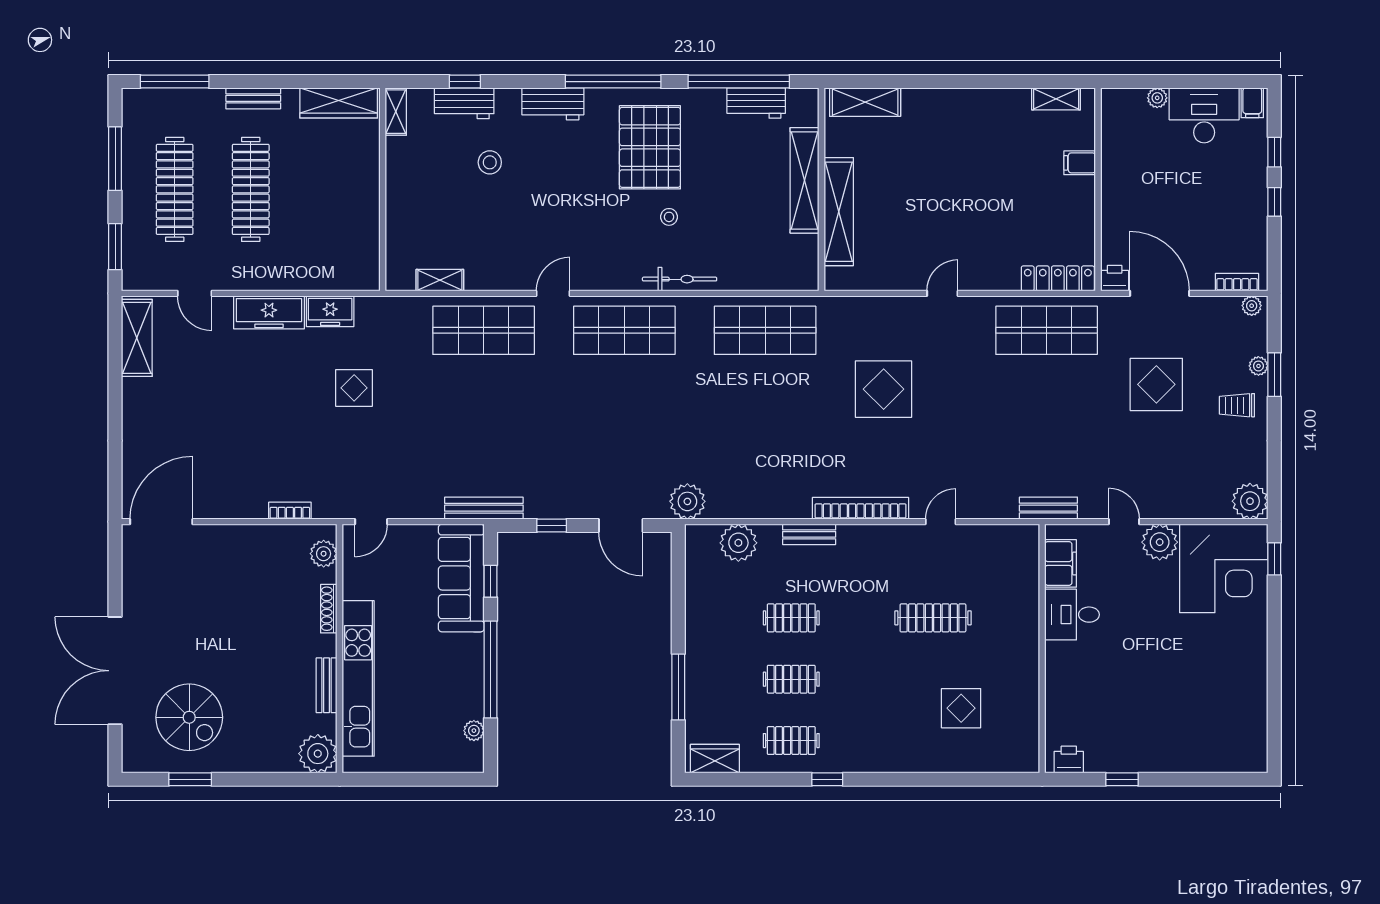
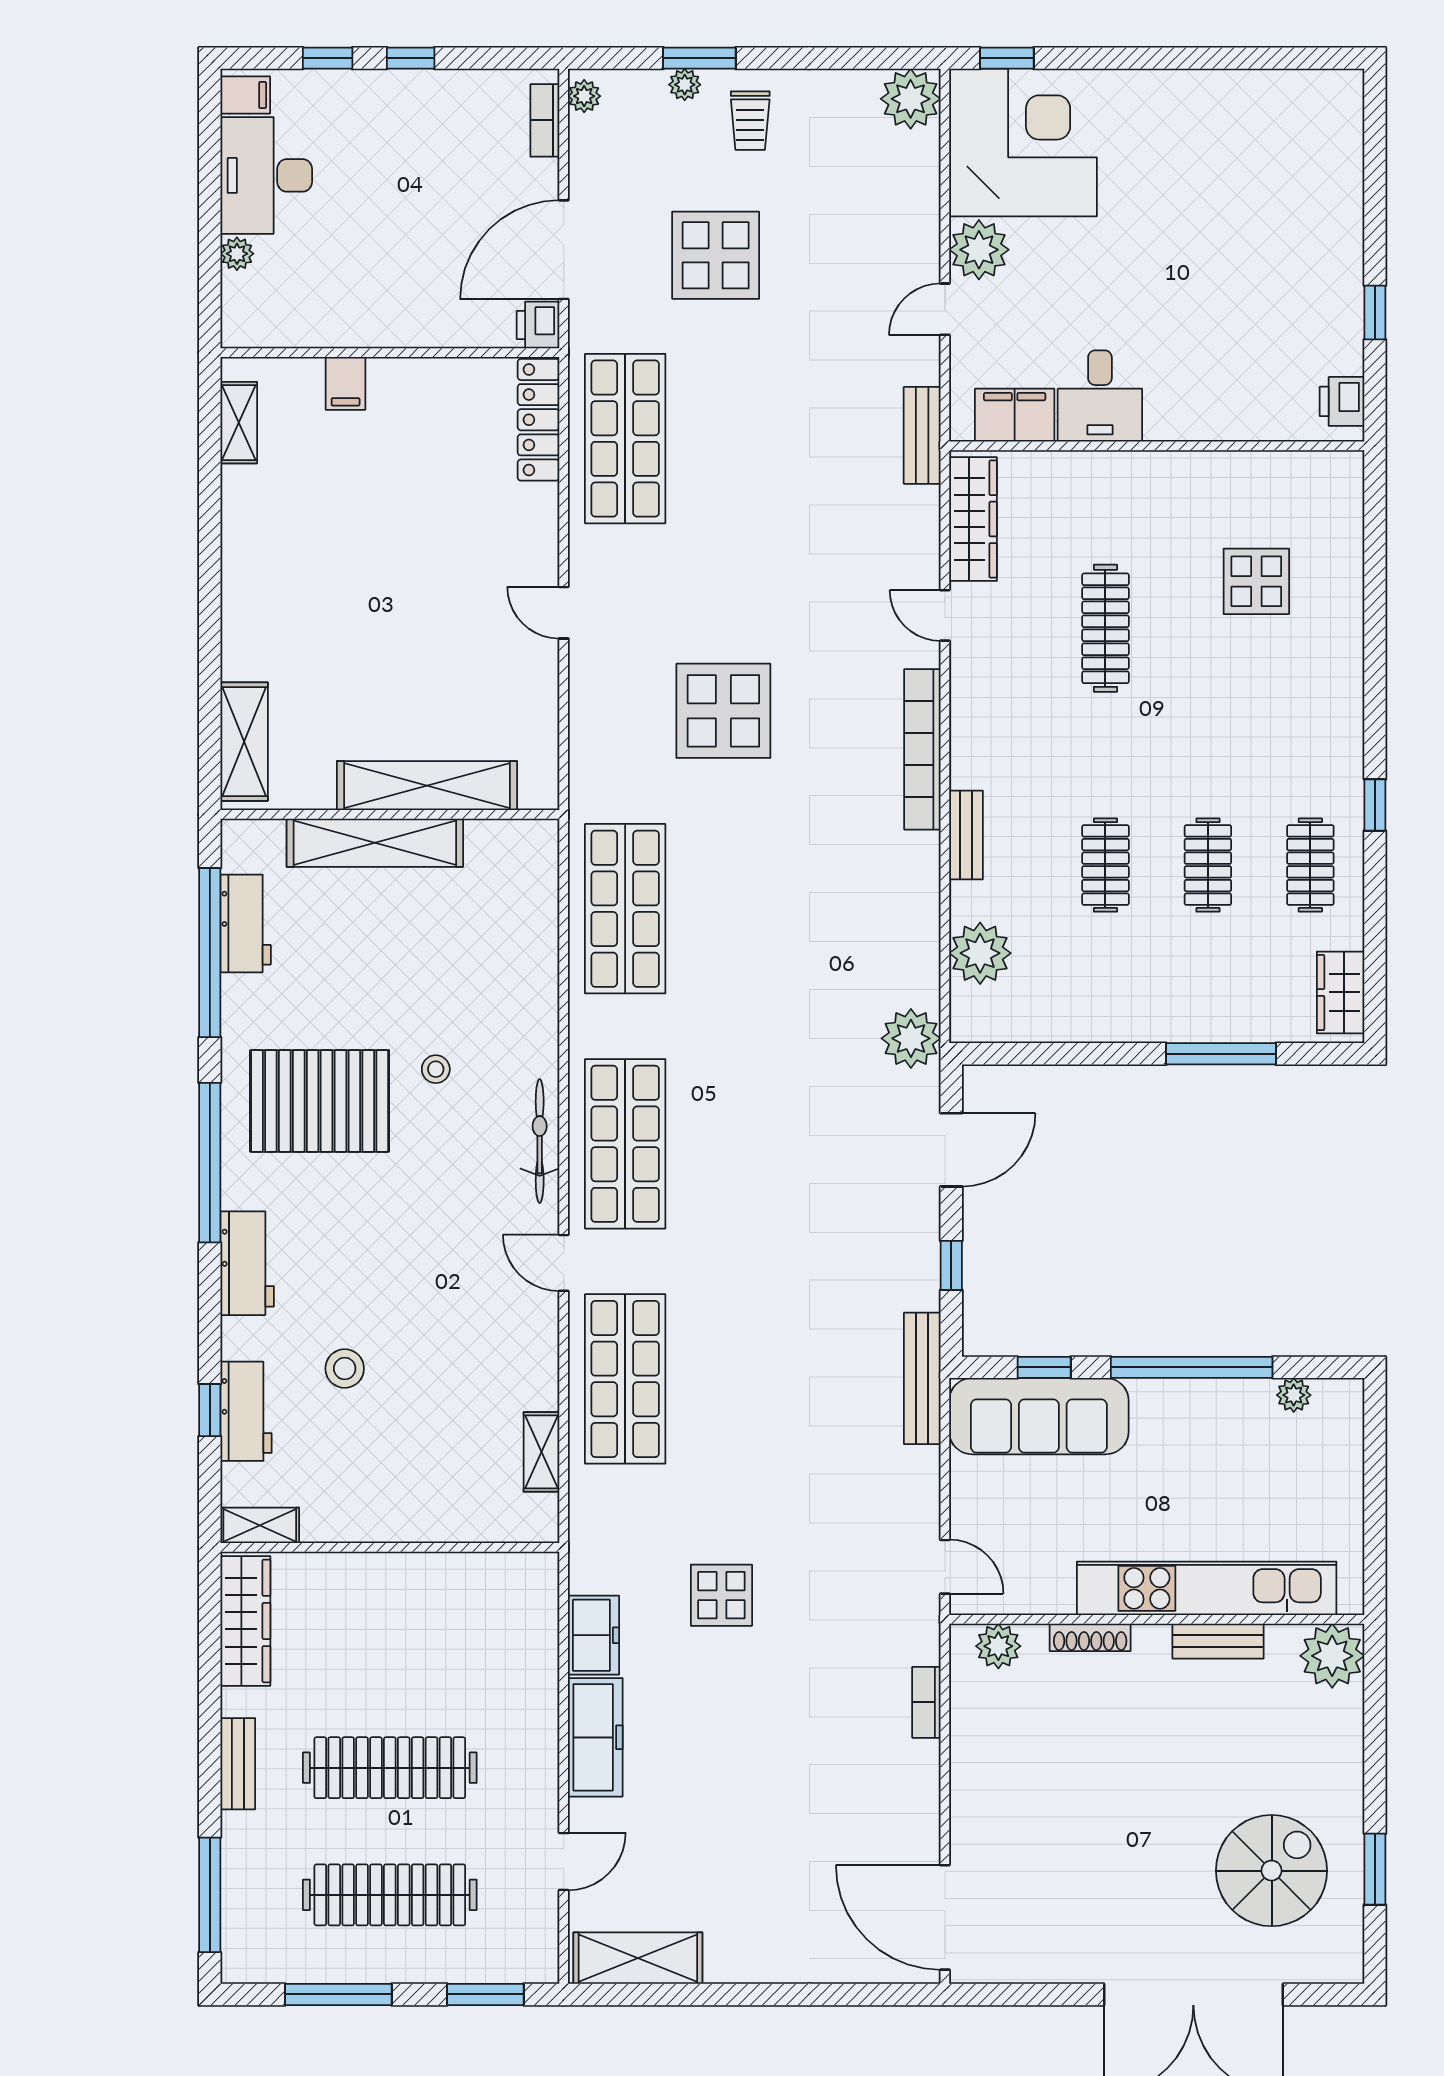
bicycle: (680, 279) -> (540, 1141), moved
wardrobe: (998, 539) -> (973, 519), added

